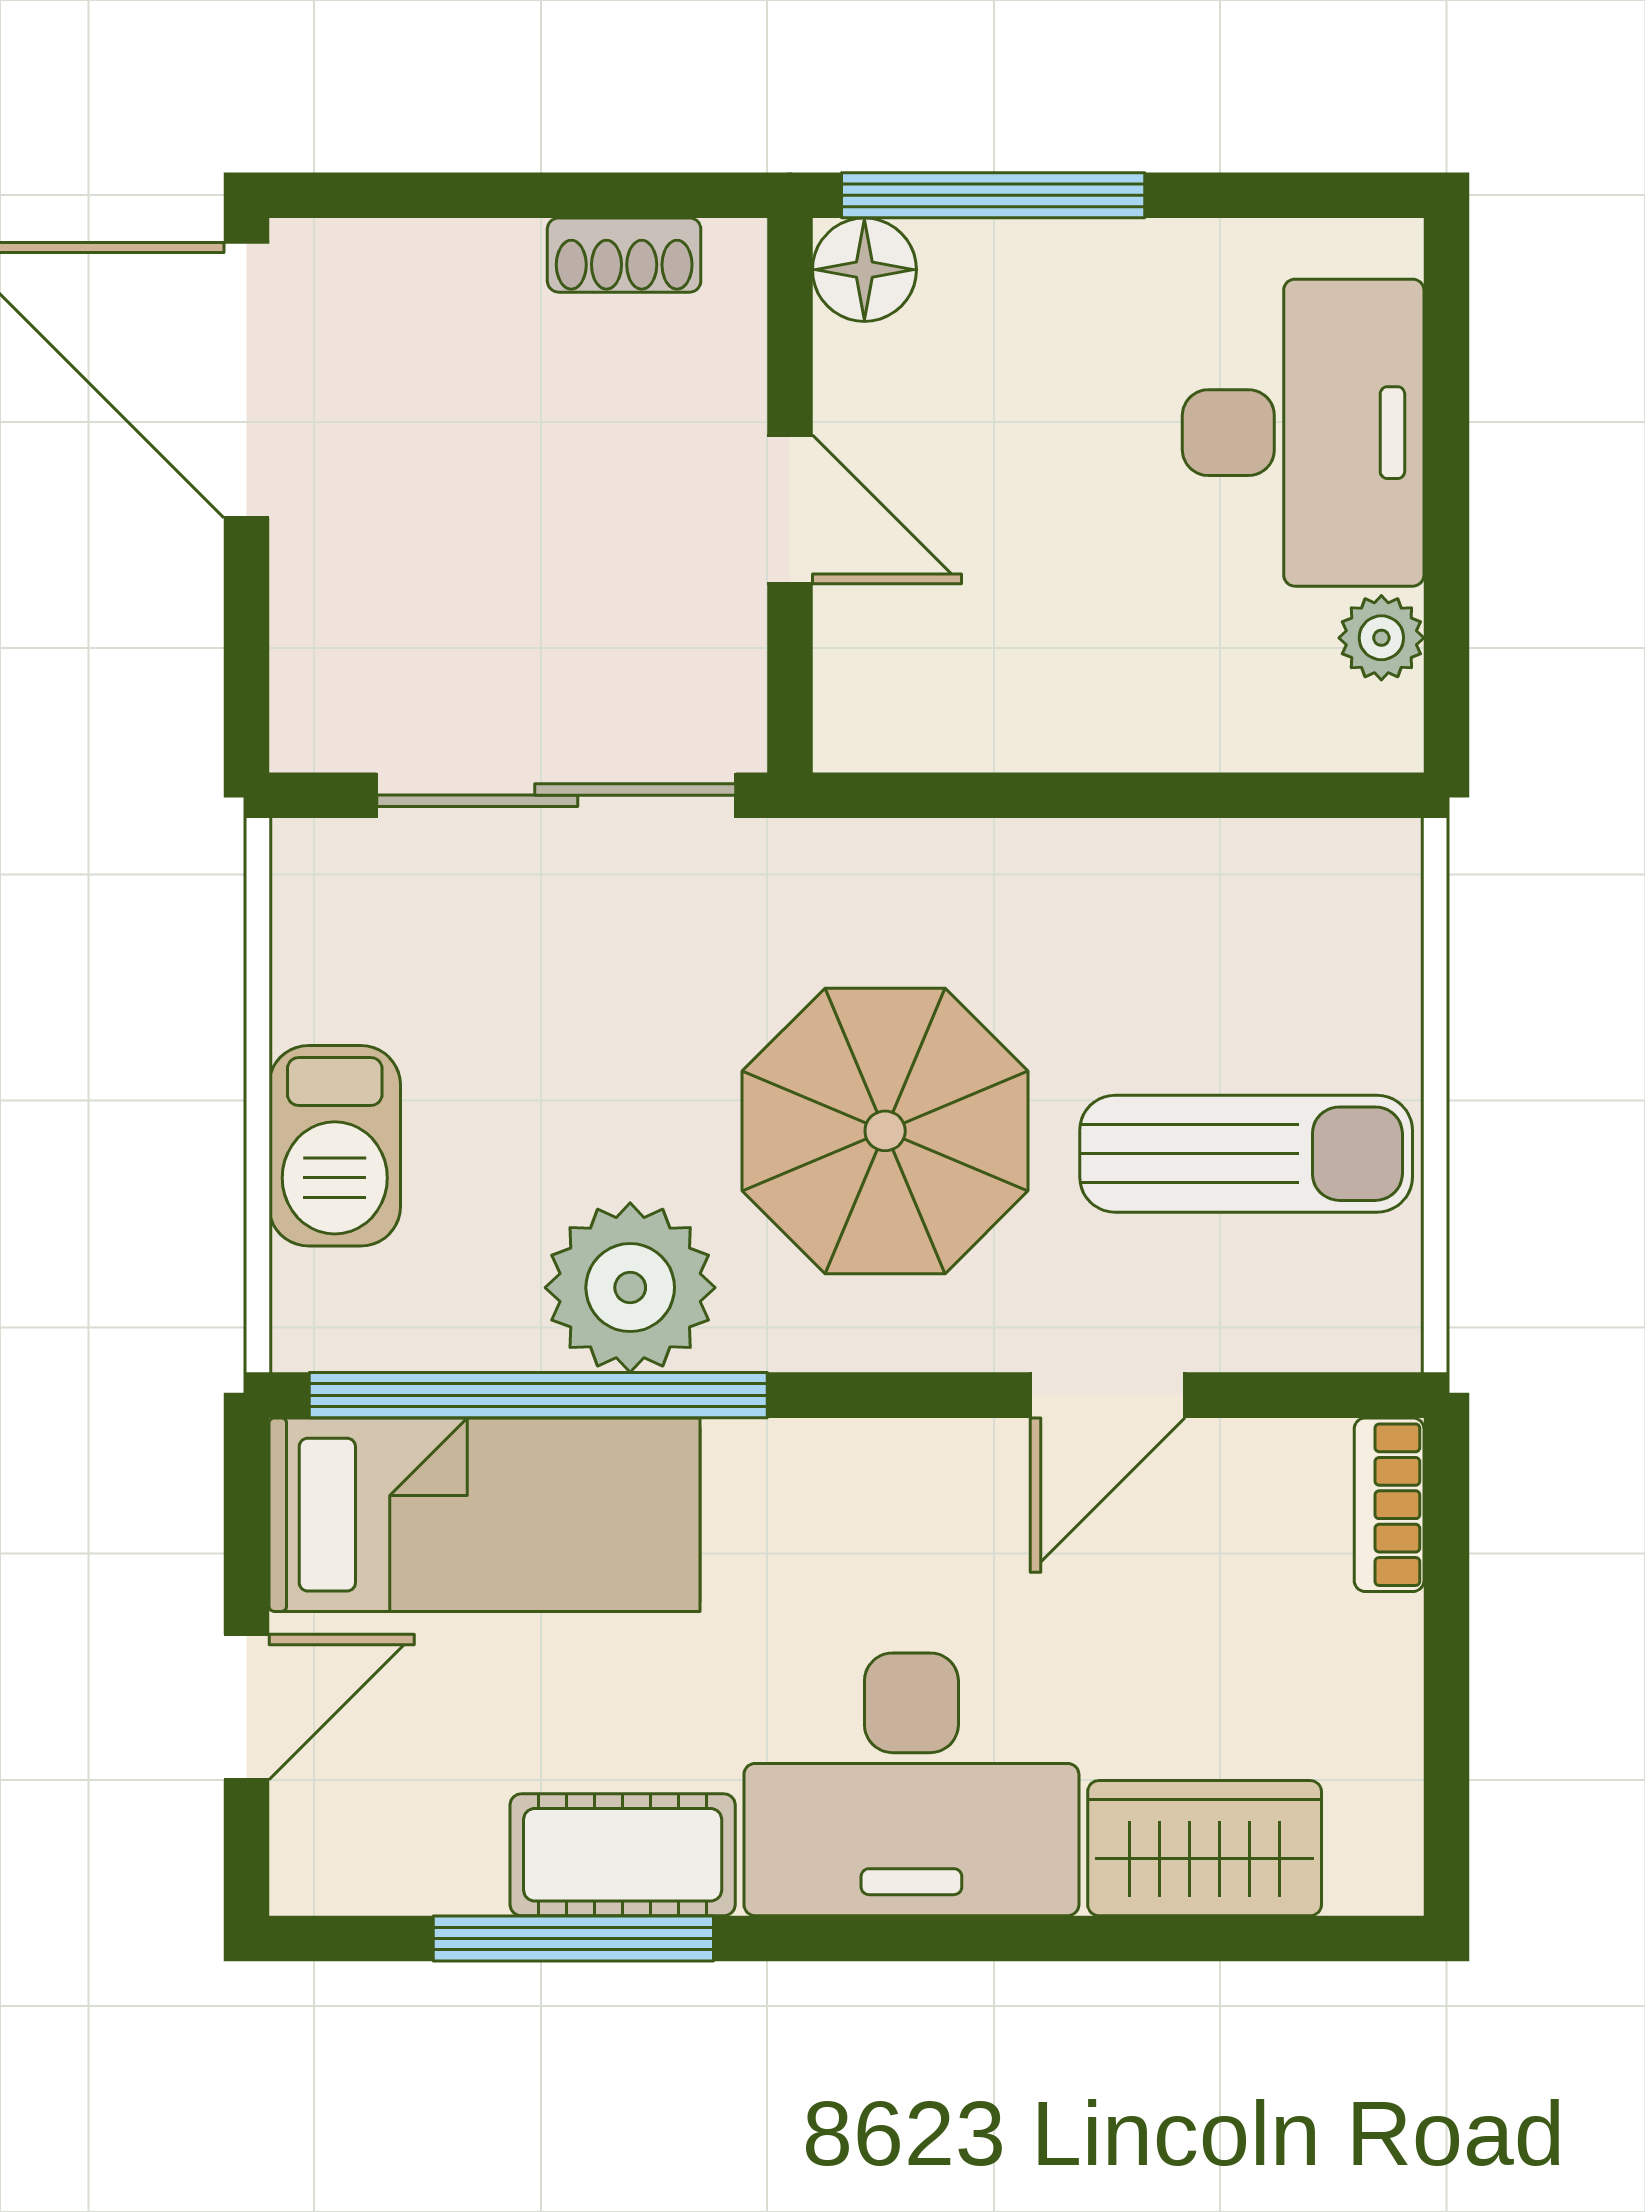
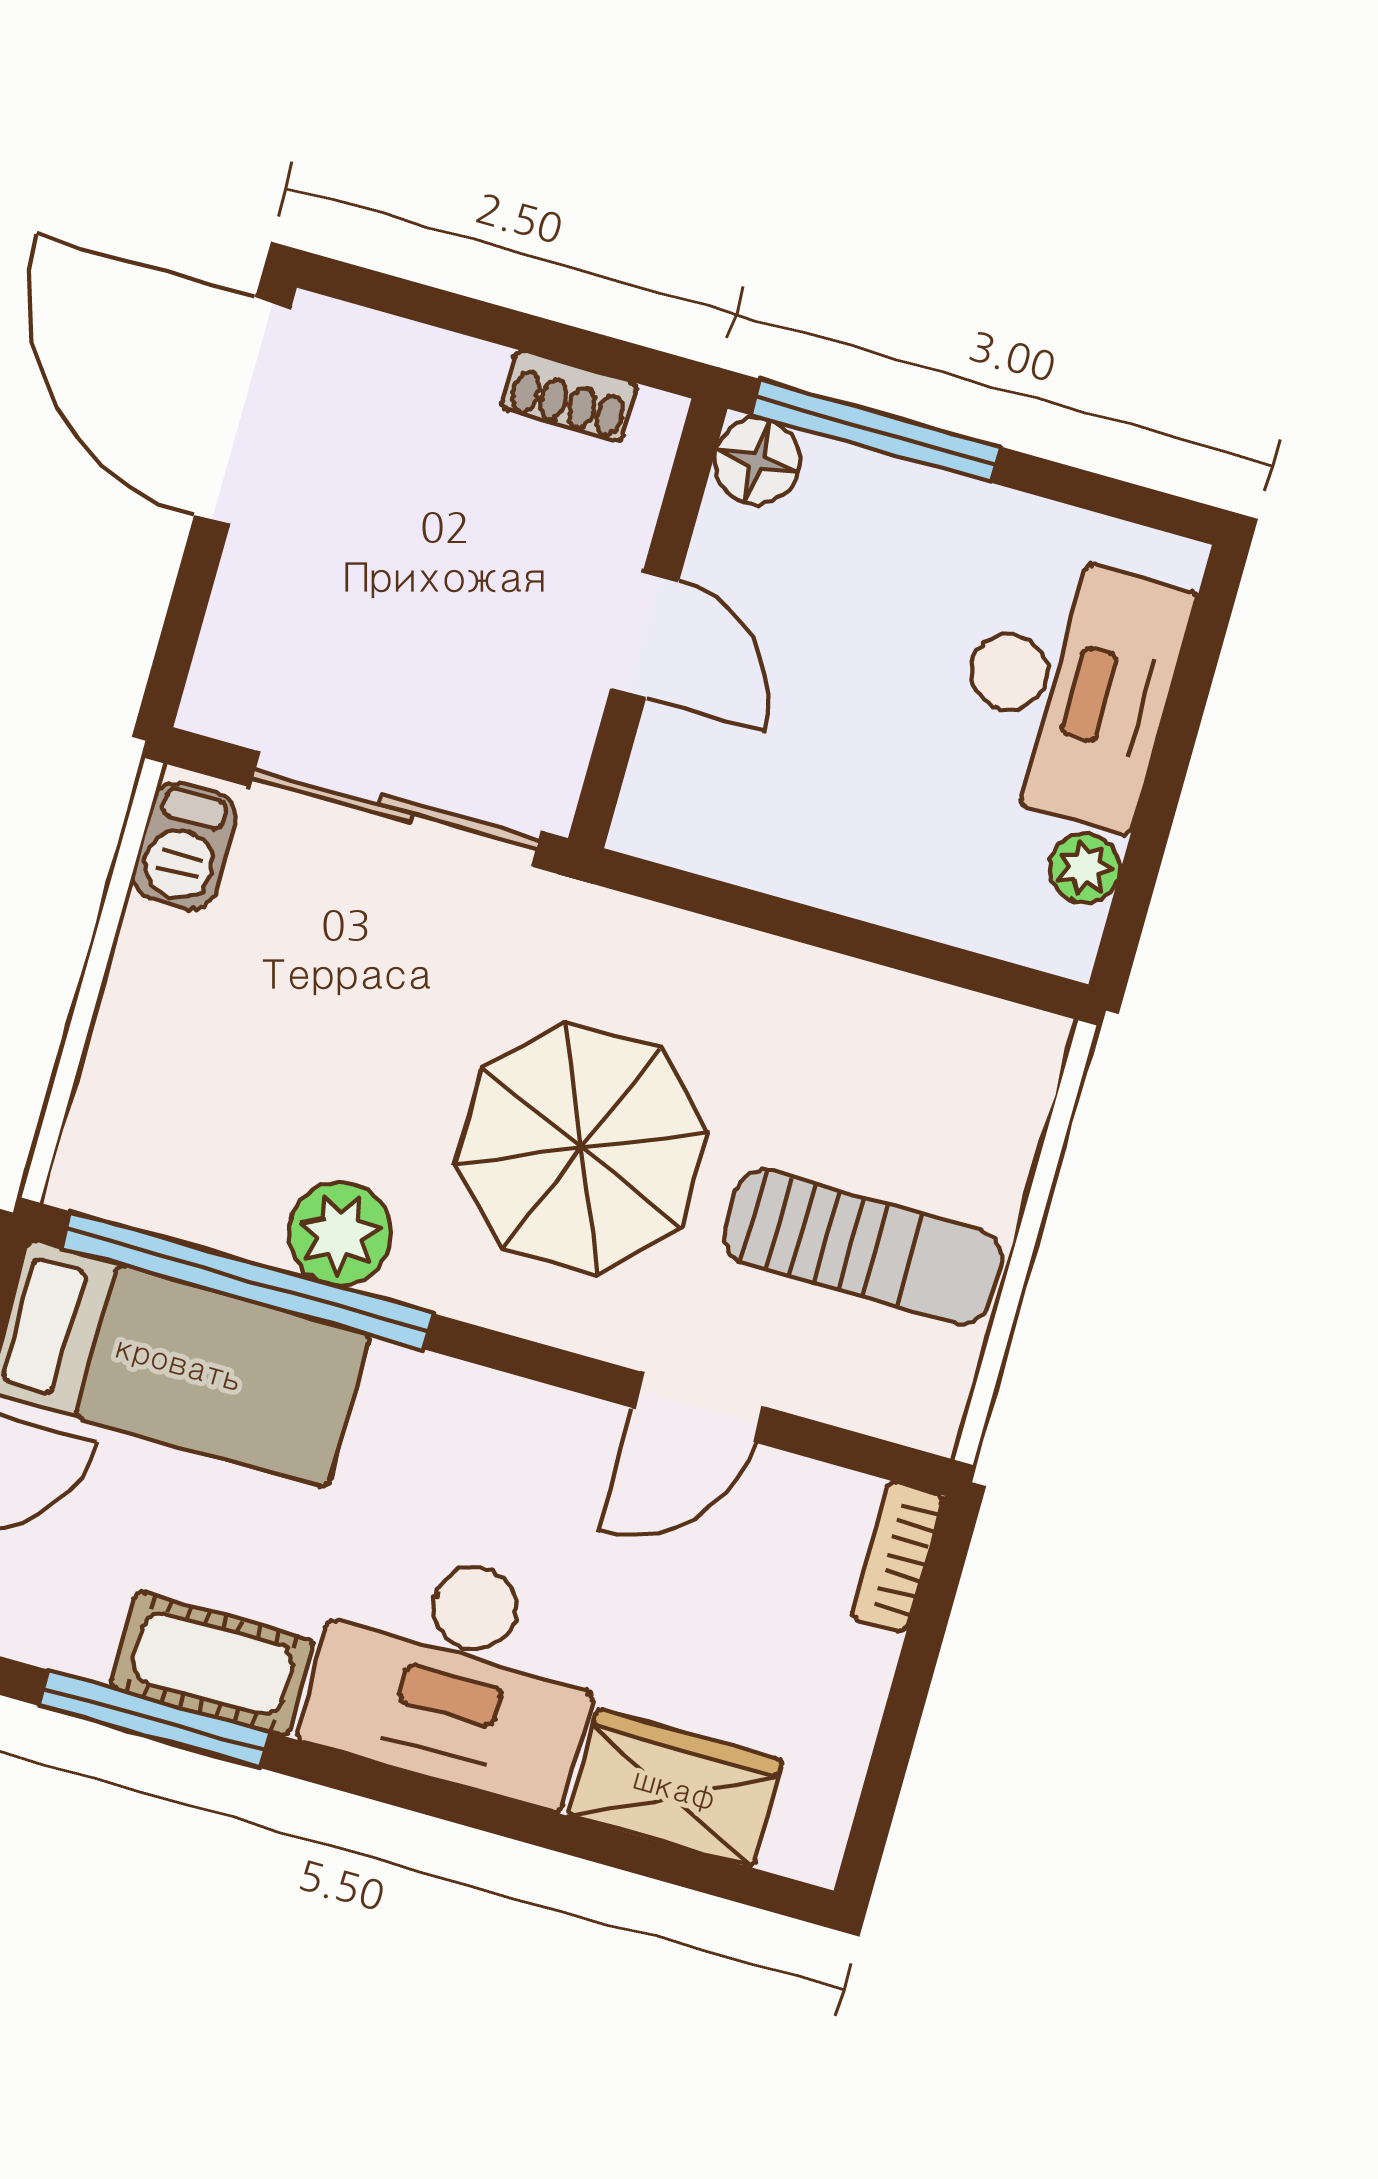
barbecue: (335, 1146) -> (184, 846), moved, width x0.73, depth x0.79
plant: (630, 1288) -> (340, 1234), width x0.73, depth x0.73

